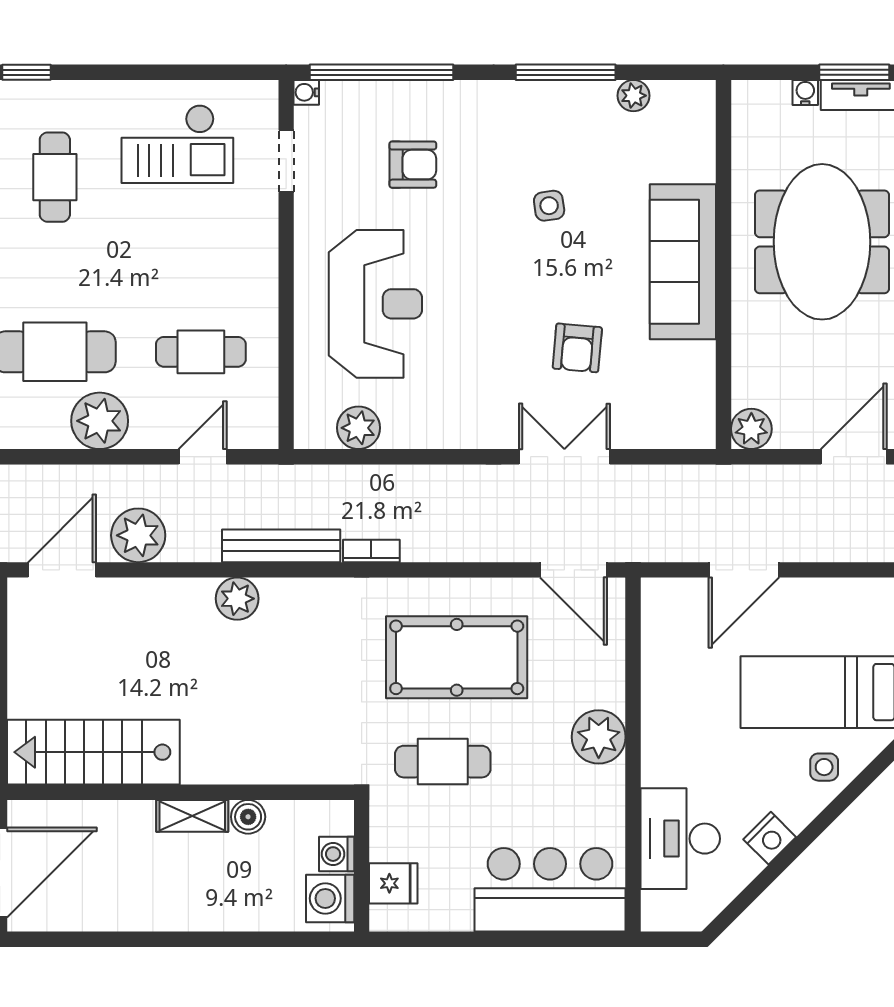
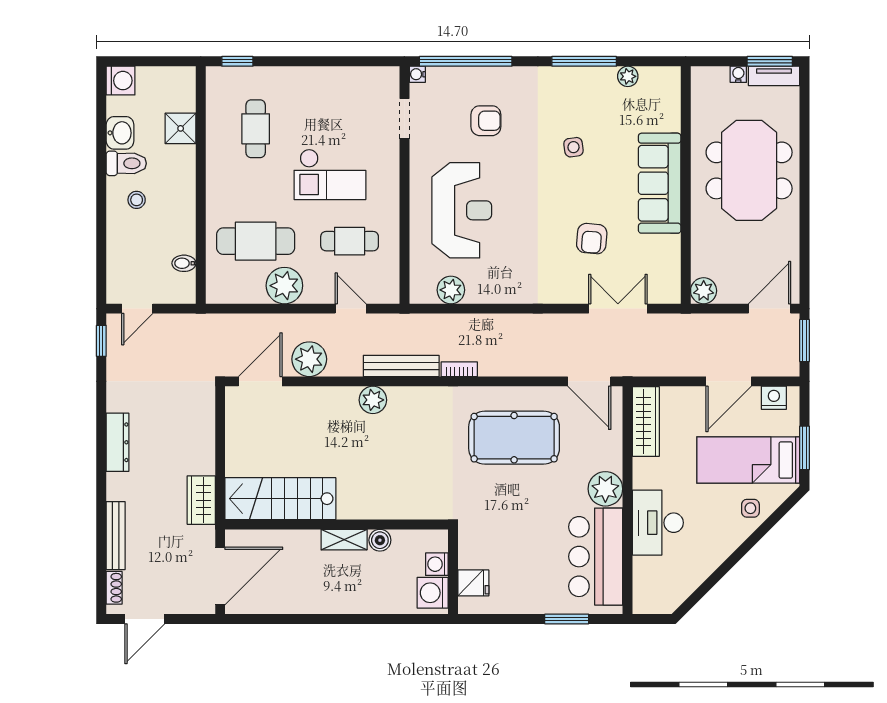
checkout: (177, 144) -> (330, 174), moved
door: (203, 457) -> (351, 309), hinge flipped
double door: (564, 457) -> (618, 309), moved
door: (744, 570) -> (729, 381), moved
wardrobe: (661, 632) -> (646, 421), added
cafe table: (443, 762) -> (505, 505), removed
nightstand: (770, 838) -> (774, 398), moved, turned -135
desk: (680, 839) -> (658, 523), moved
bar counter: (550, 890) -> (596, 557), moved, turned -90
window: (538, 939) -> (567, 619), added

